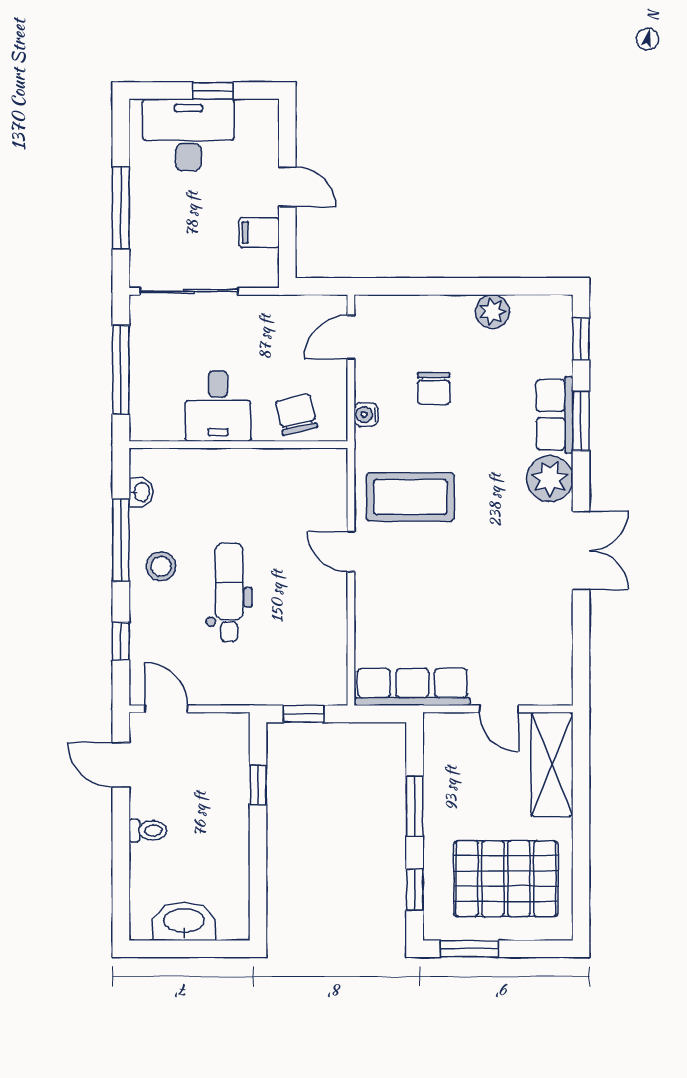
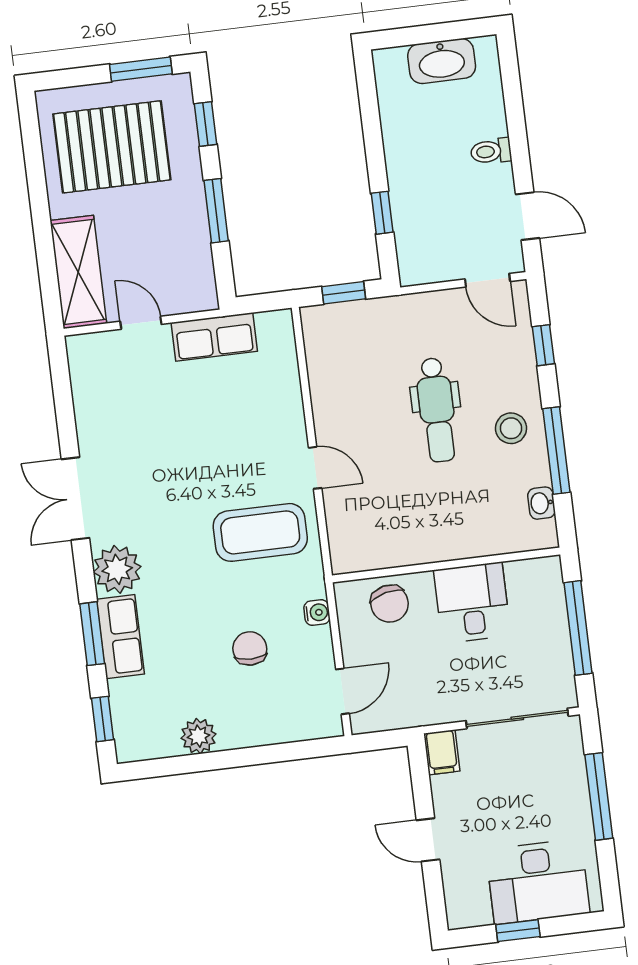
filing cabinet: (259, 232) -> (442, 752), moved, turned 90
row of seats: (412, 687) -> (214, 337), width x0.68

